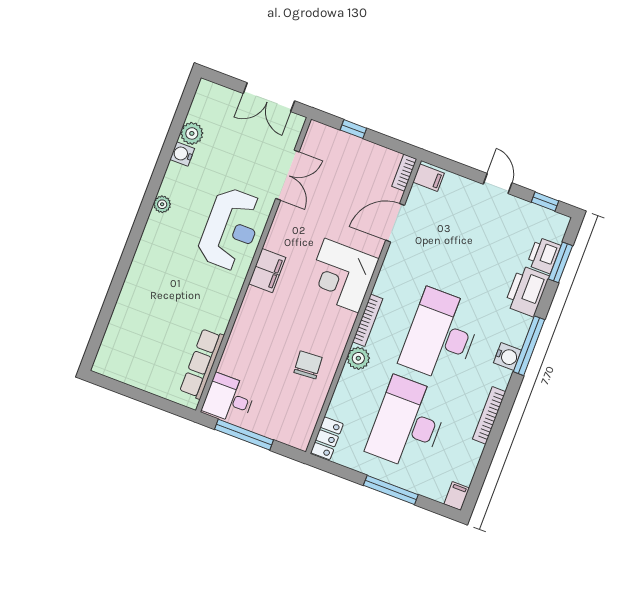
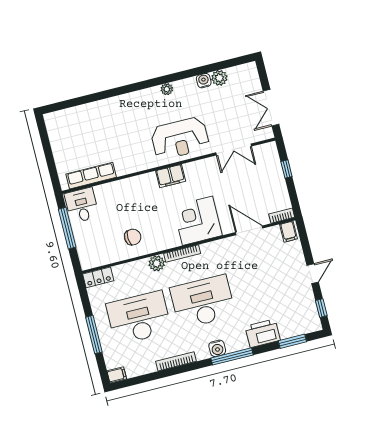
printer: (544, 255) -> (290, 329), removed

